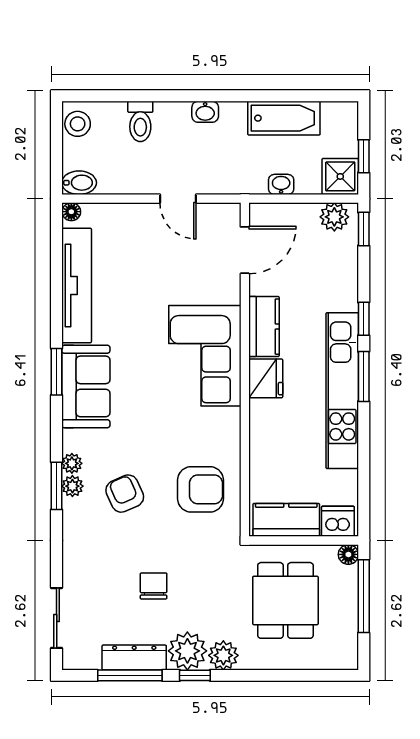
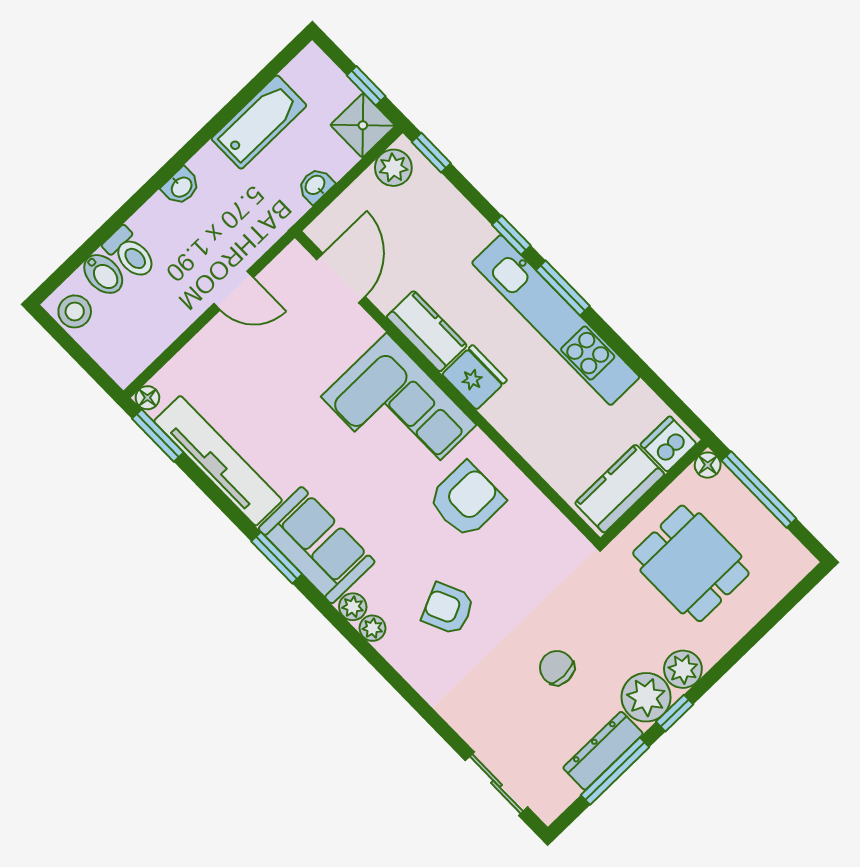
bidet: (79, 183) -> (103, 274), moved, turned 90
window: (57, 486) -> (158, 436), moved
plant: (72, 486) -> (353, 607), moved
armchair: (201, 489) -> (466, 500), moved

